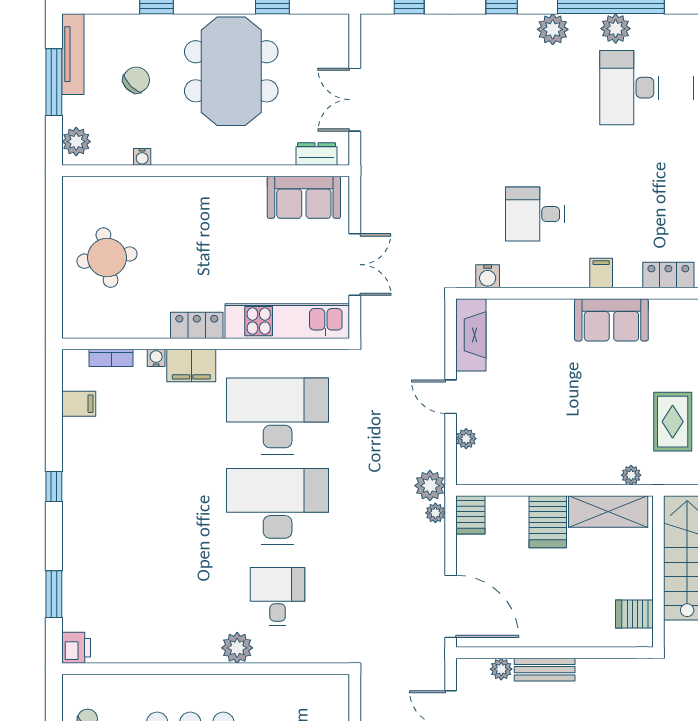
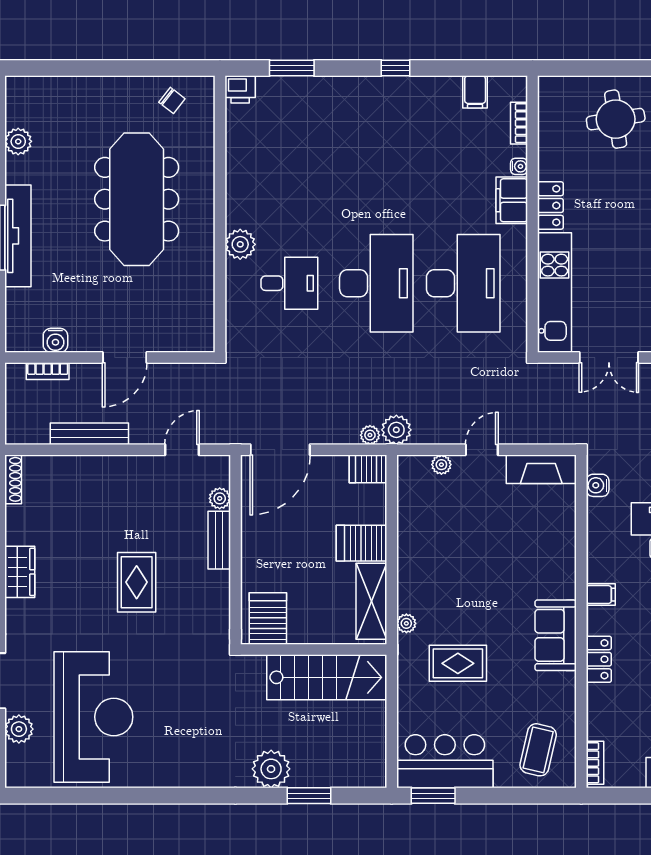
sofa: (611, 320) -> (556, 635), moved
server rack: (634, 614) -> (268, 619), width x1.36, depth x1.44

